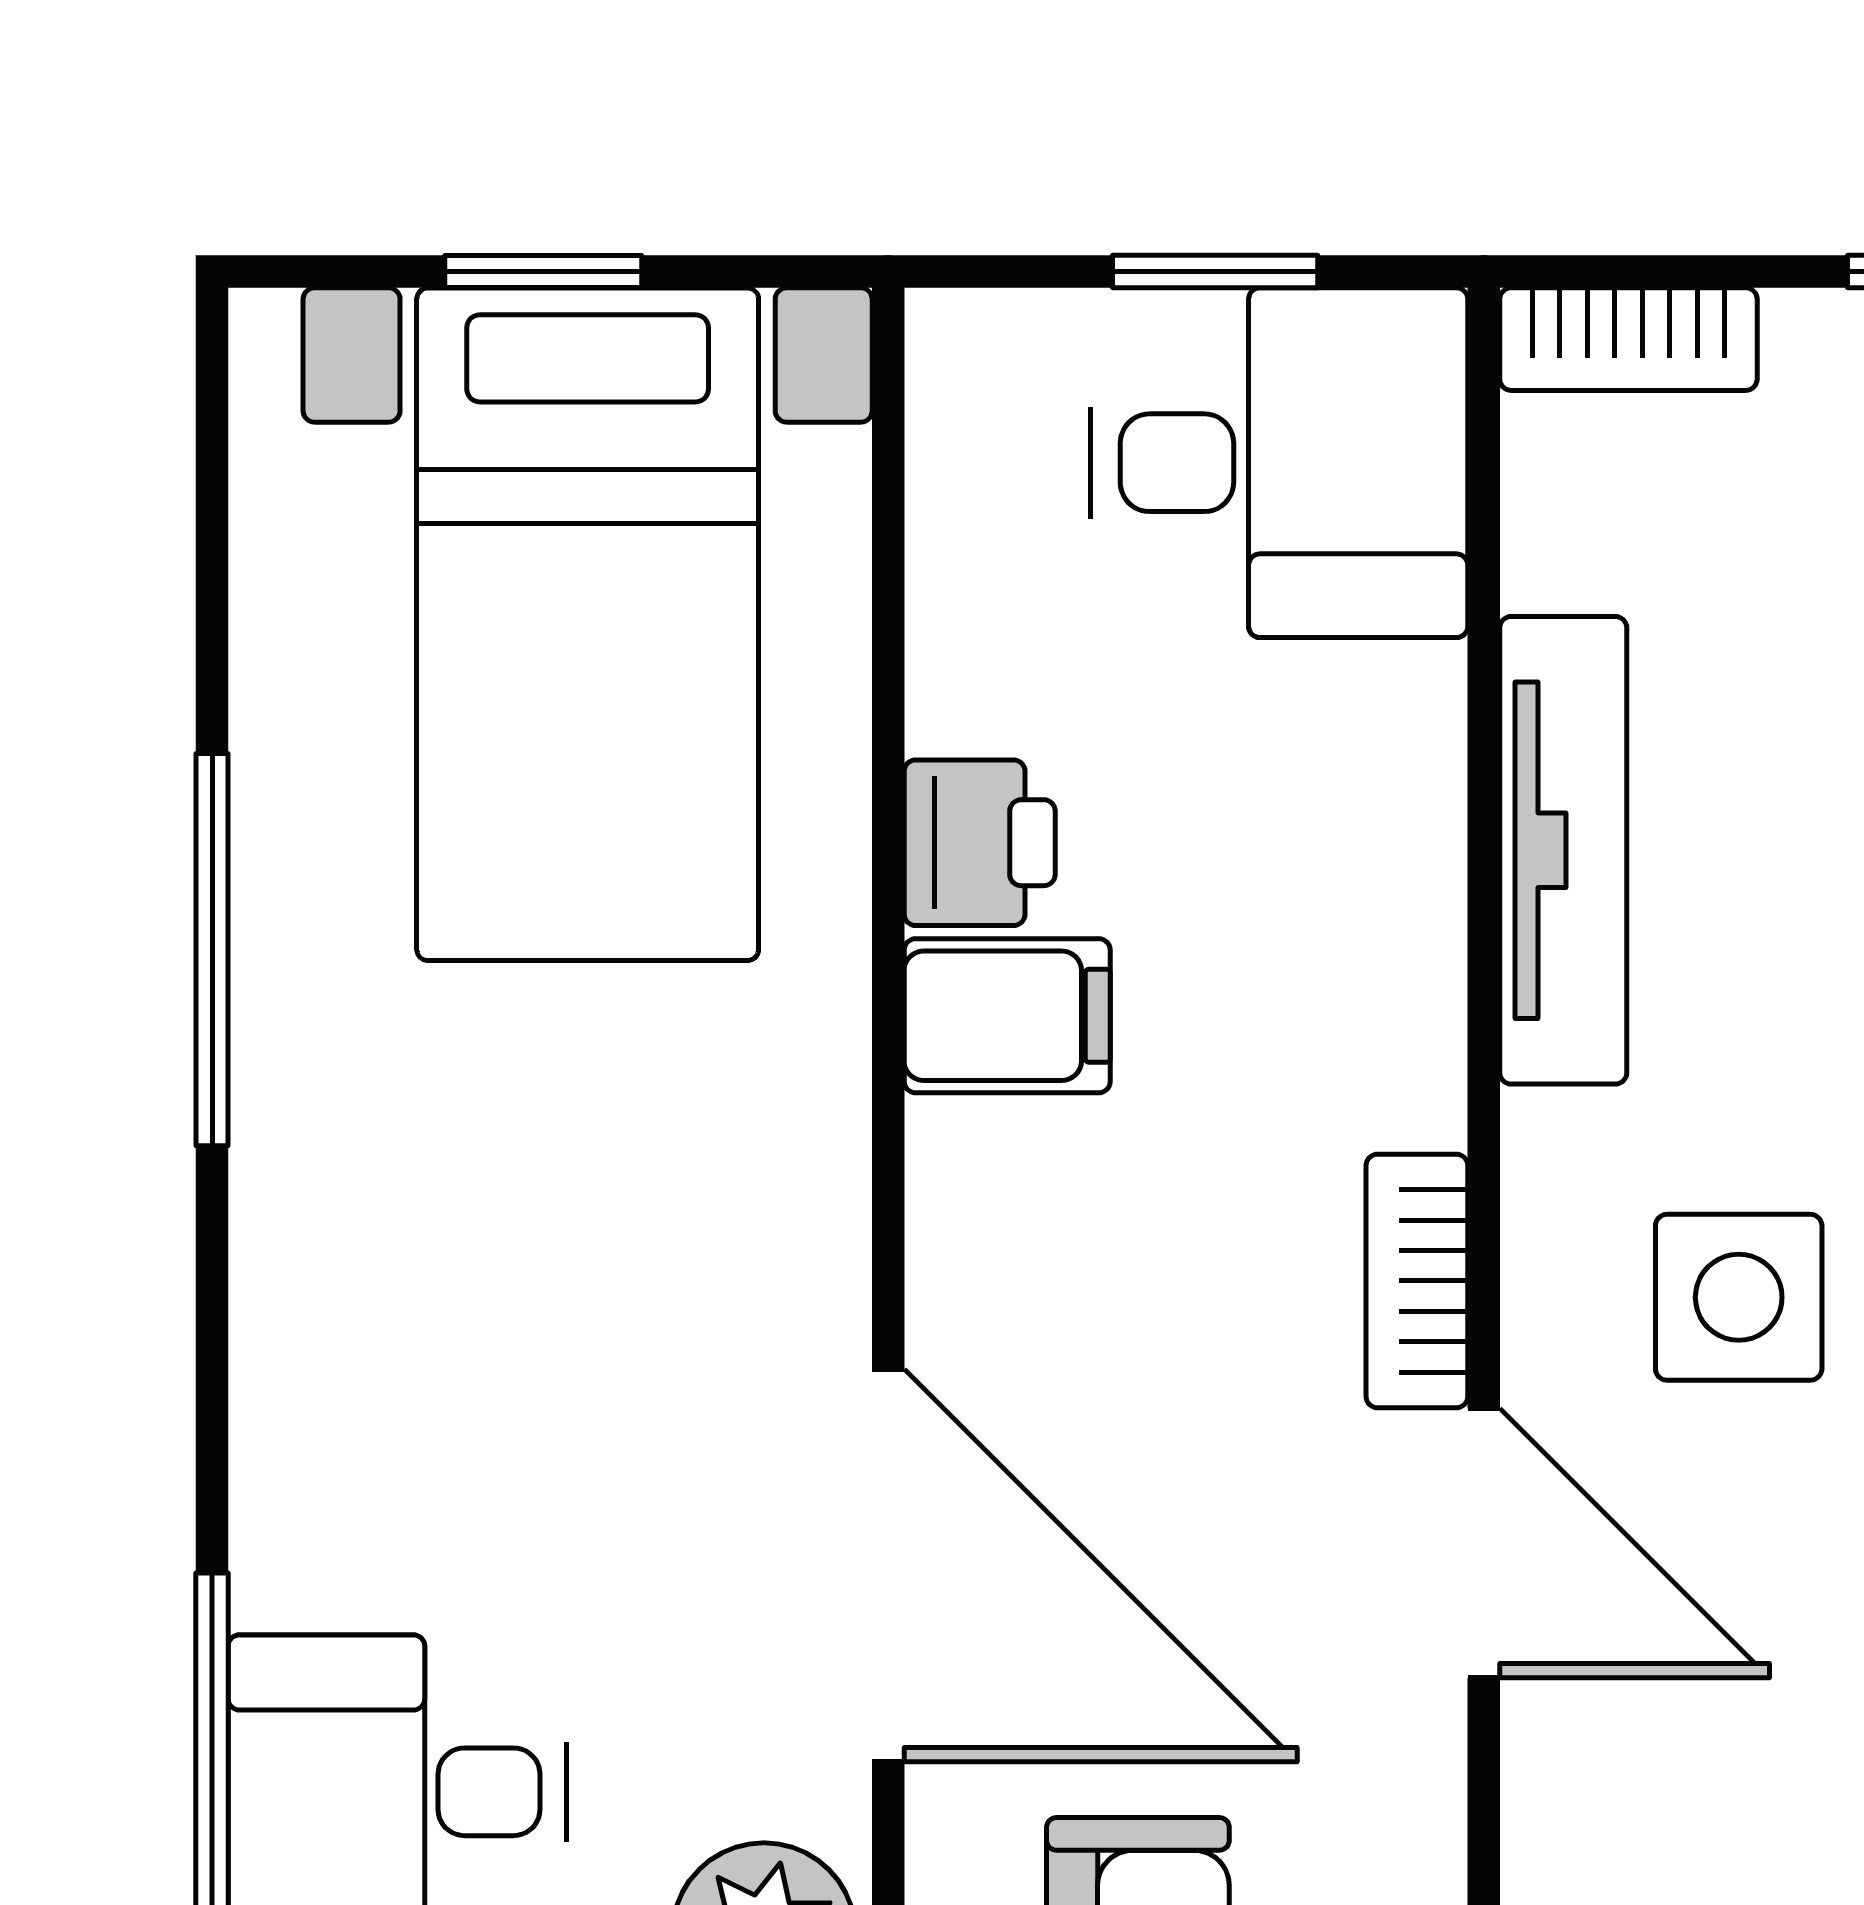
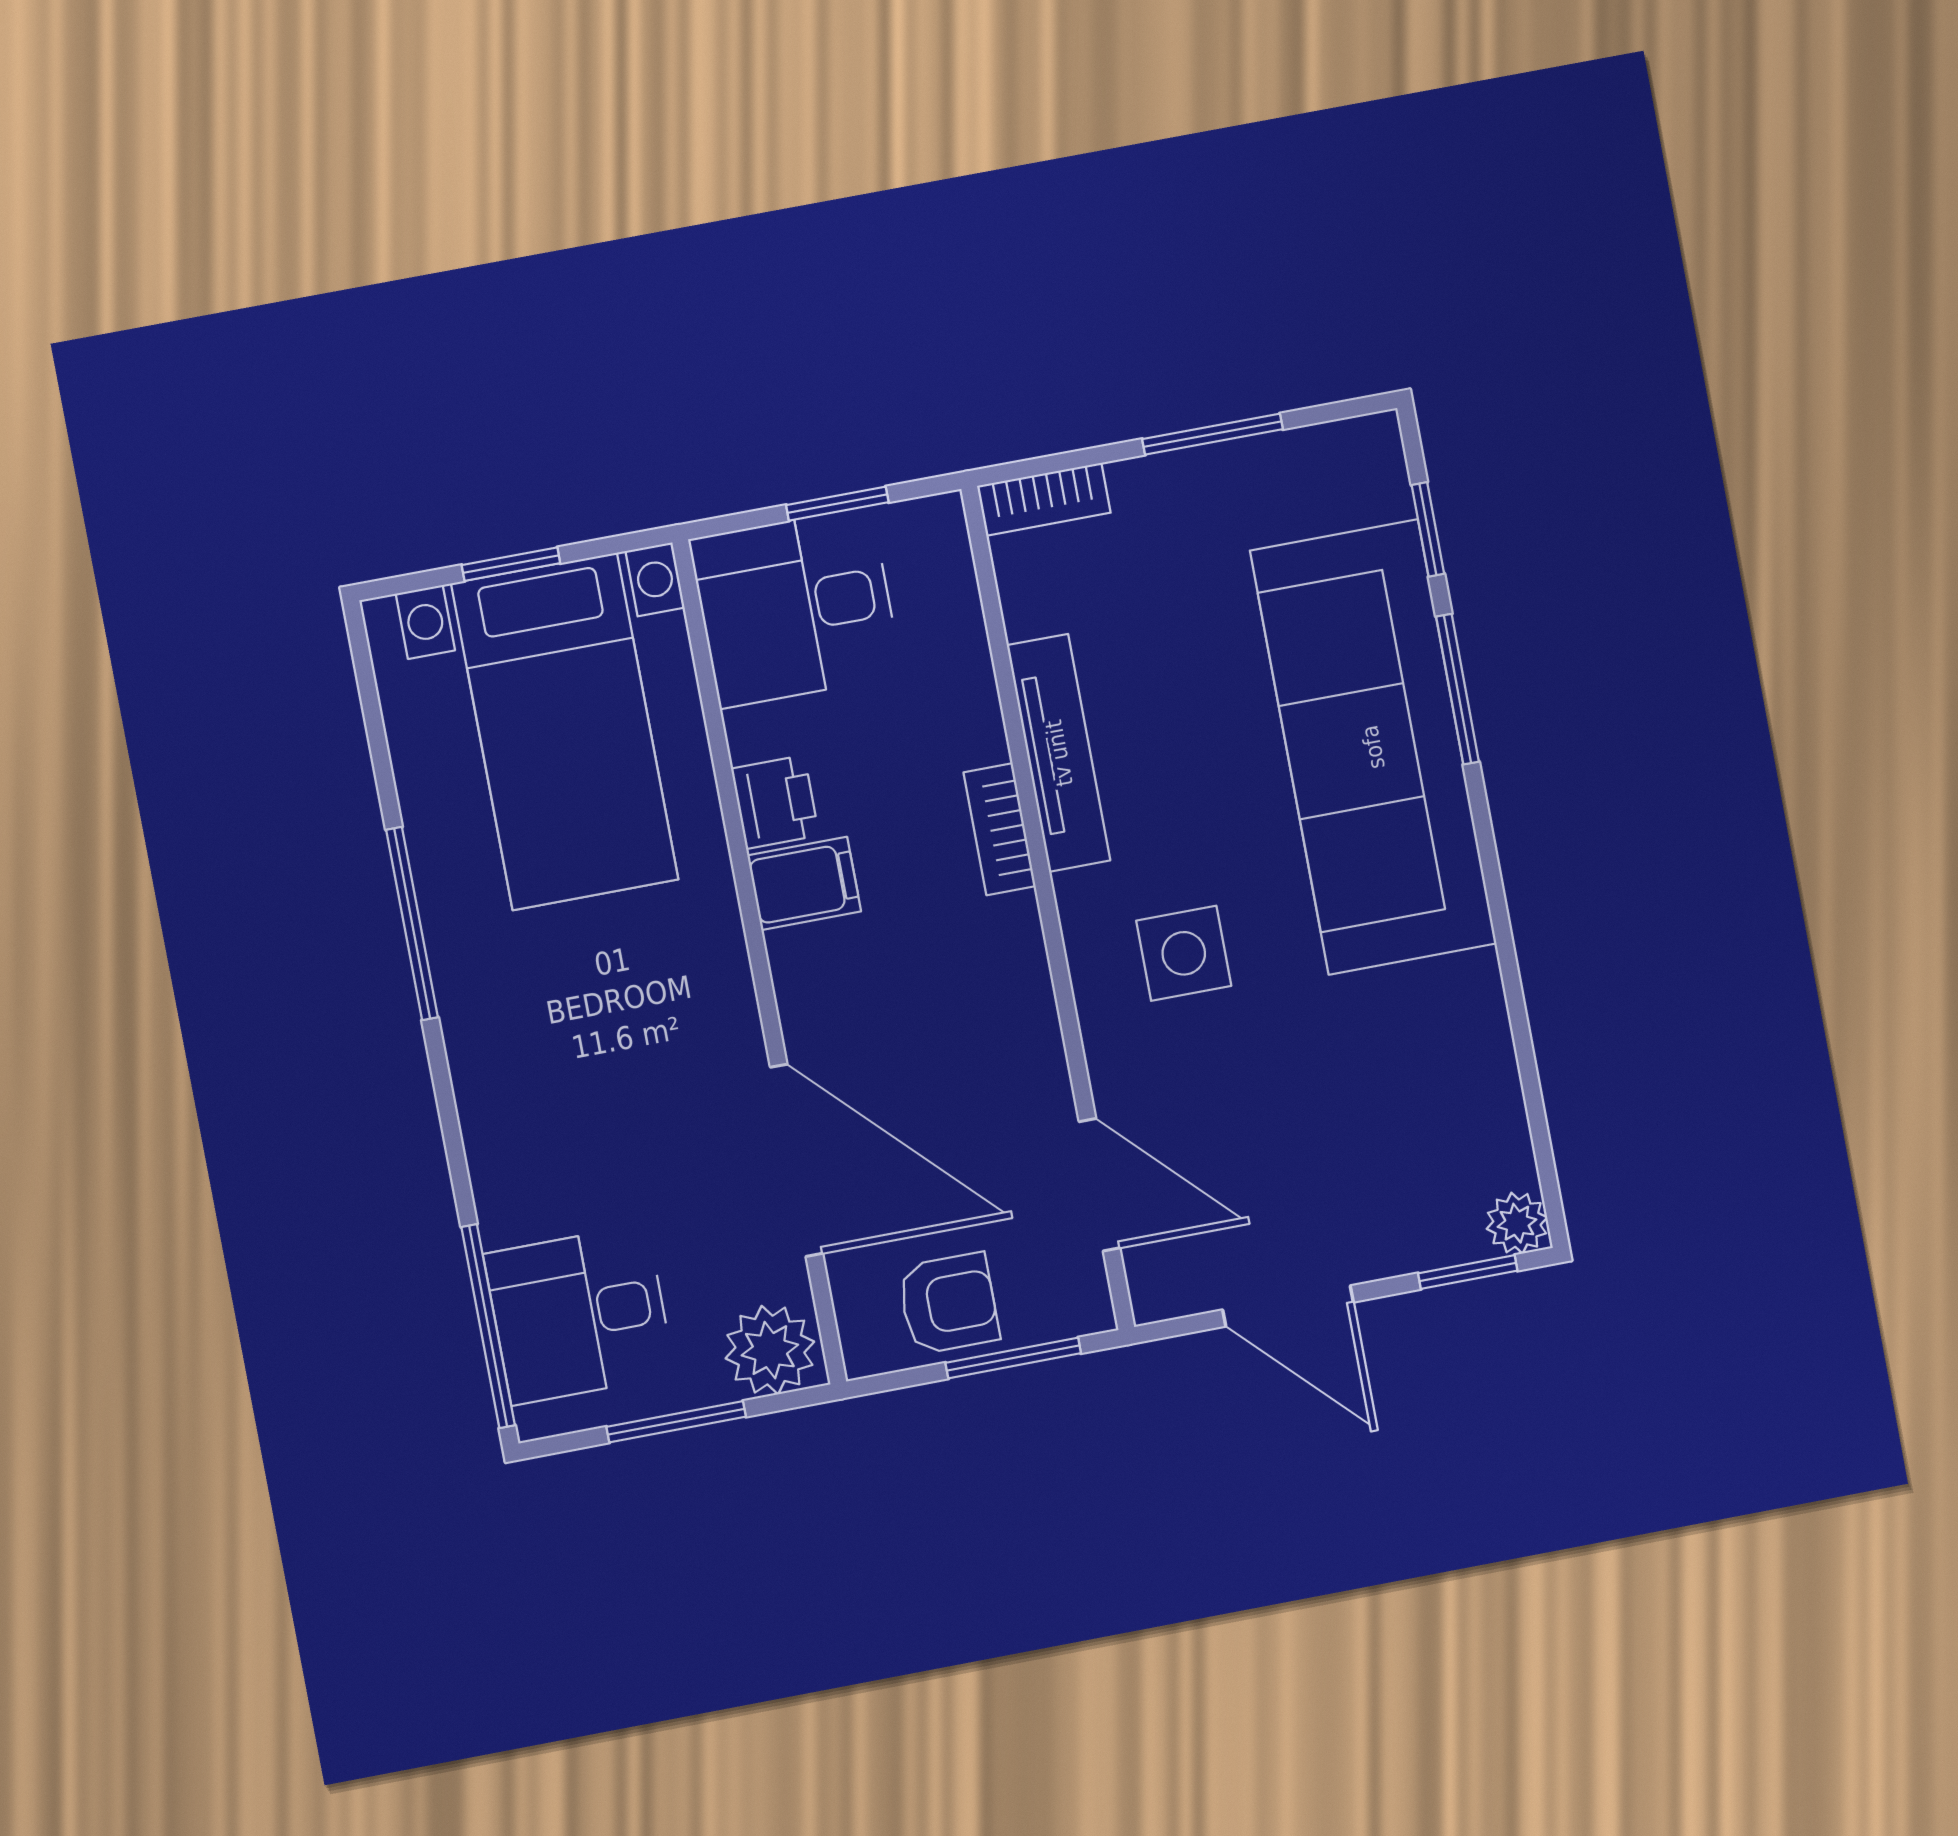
desk: (1279, 463) -> (796, 607), moved, turned 180
bookcase: (1417, 1281) -> (1000, 829), moved
door: (1484, 1543) -> (1099, 1185), moved

